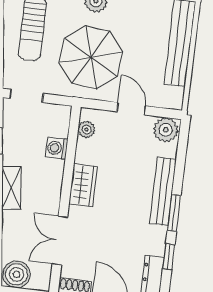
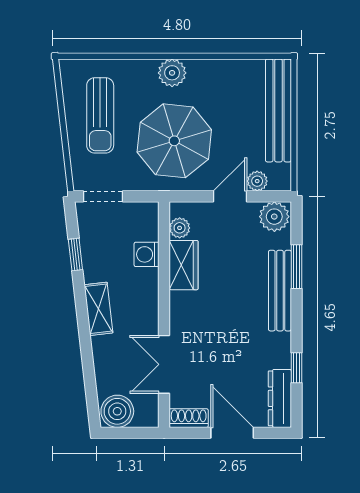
plant: (155, 99) -> (257, 181), added
door: (131, 109) -> (230, 196), hinge flipped
wardrobe: (83, 185) -> (184, 265), moved
window: (174, 213) -> (296, 267), moved

